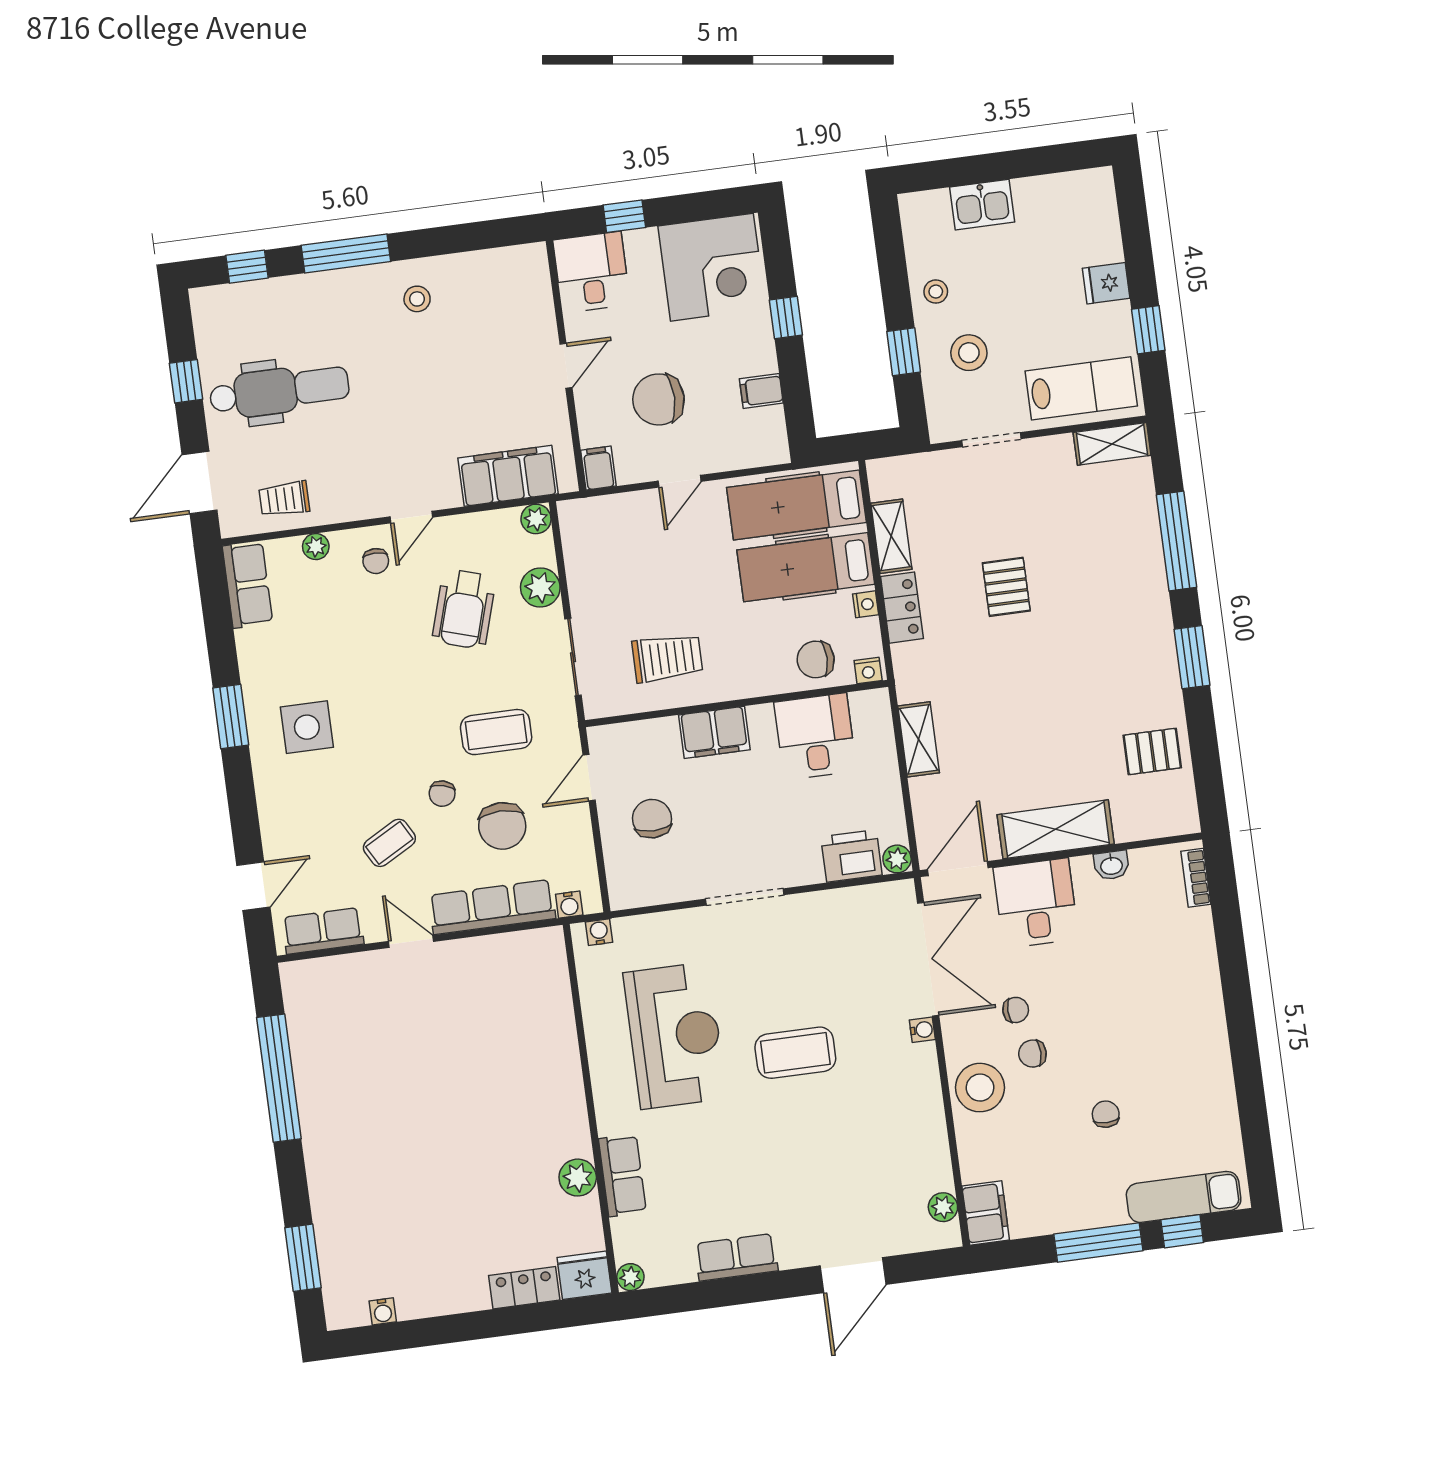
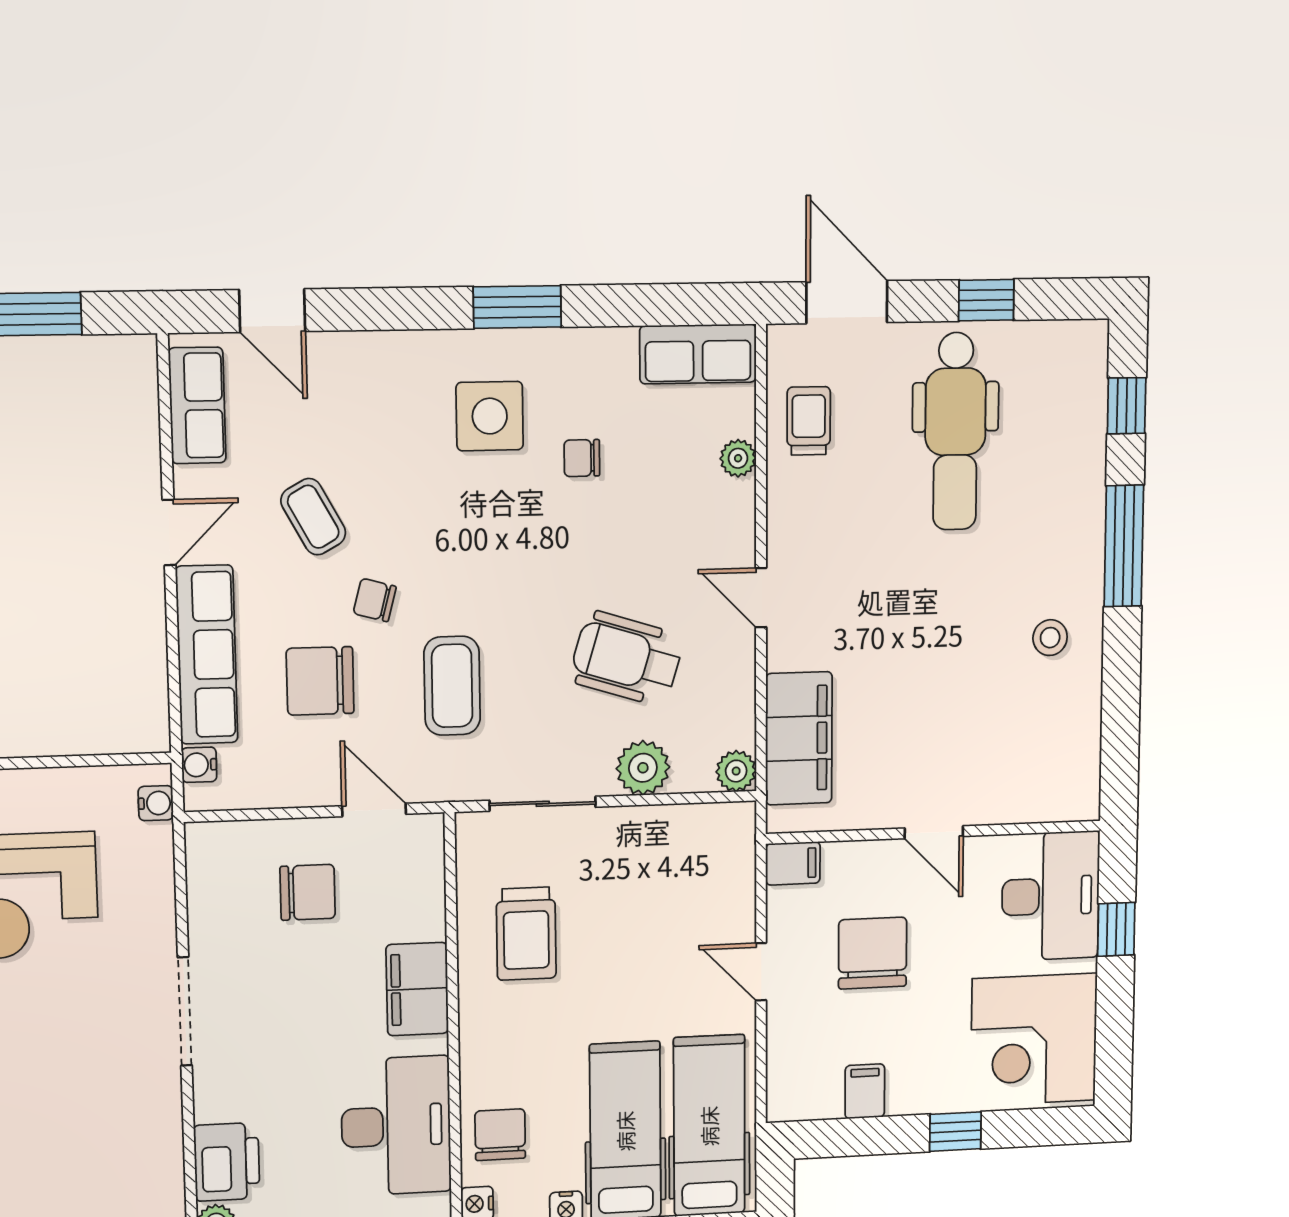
desk: (592, 272) -> (1051, 896), width x1.37
chair: (376, 561) -> (582, 458), moved
desk: (815, 736) -> (396, 1126), width x1.37

